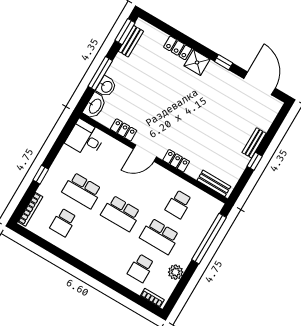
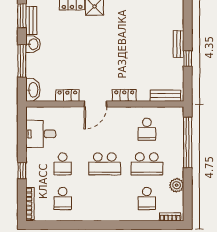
washbasin: (106, 87) -> (33, 44), moved
desk: (85, 139) -> (41, 134), moved
school desk: (82, 190) -> (63, 164), width x0.54

